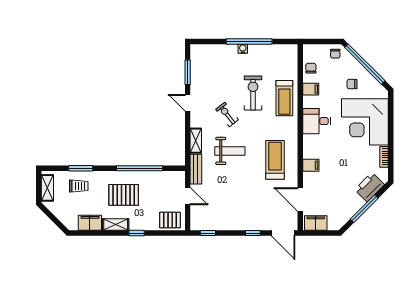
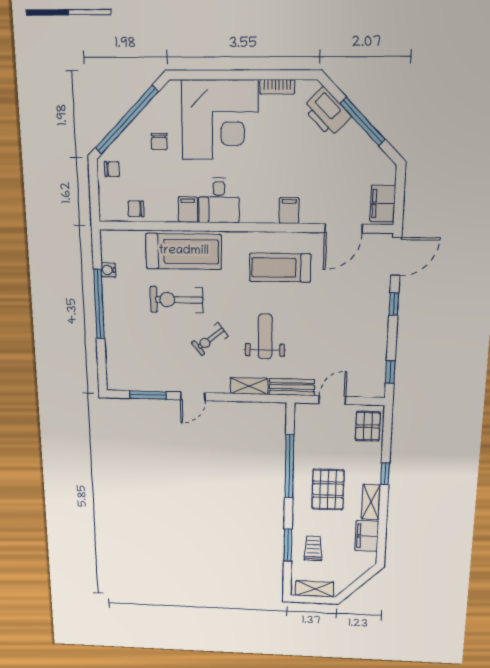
water cooler: (243, 49) -> (108, 270), moved
filing cabinet: (311, 89) -> (188, 210), moved
treadmill: (284, 98) -> (184, 251), width x1.37, depth x1.38

